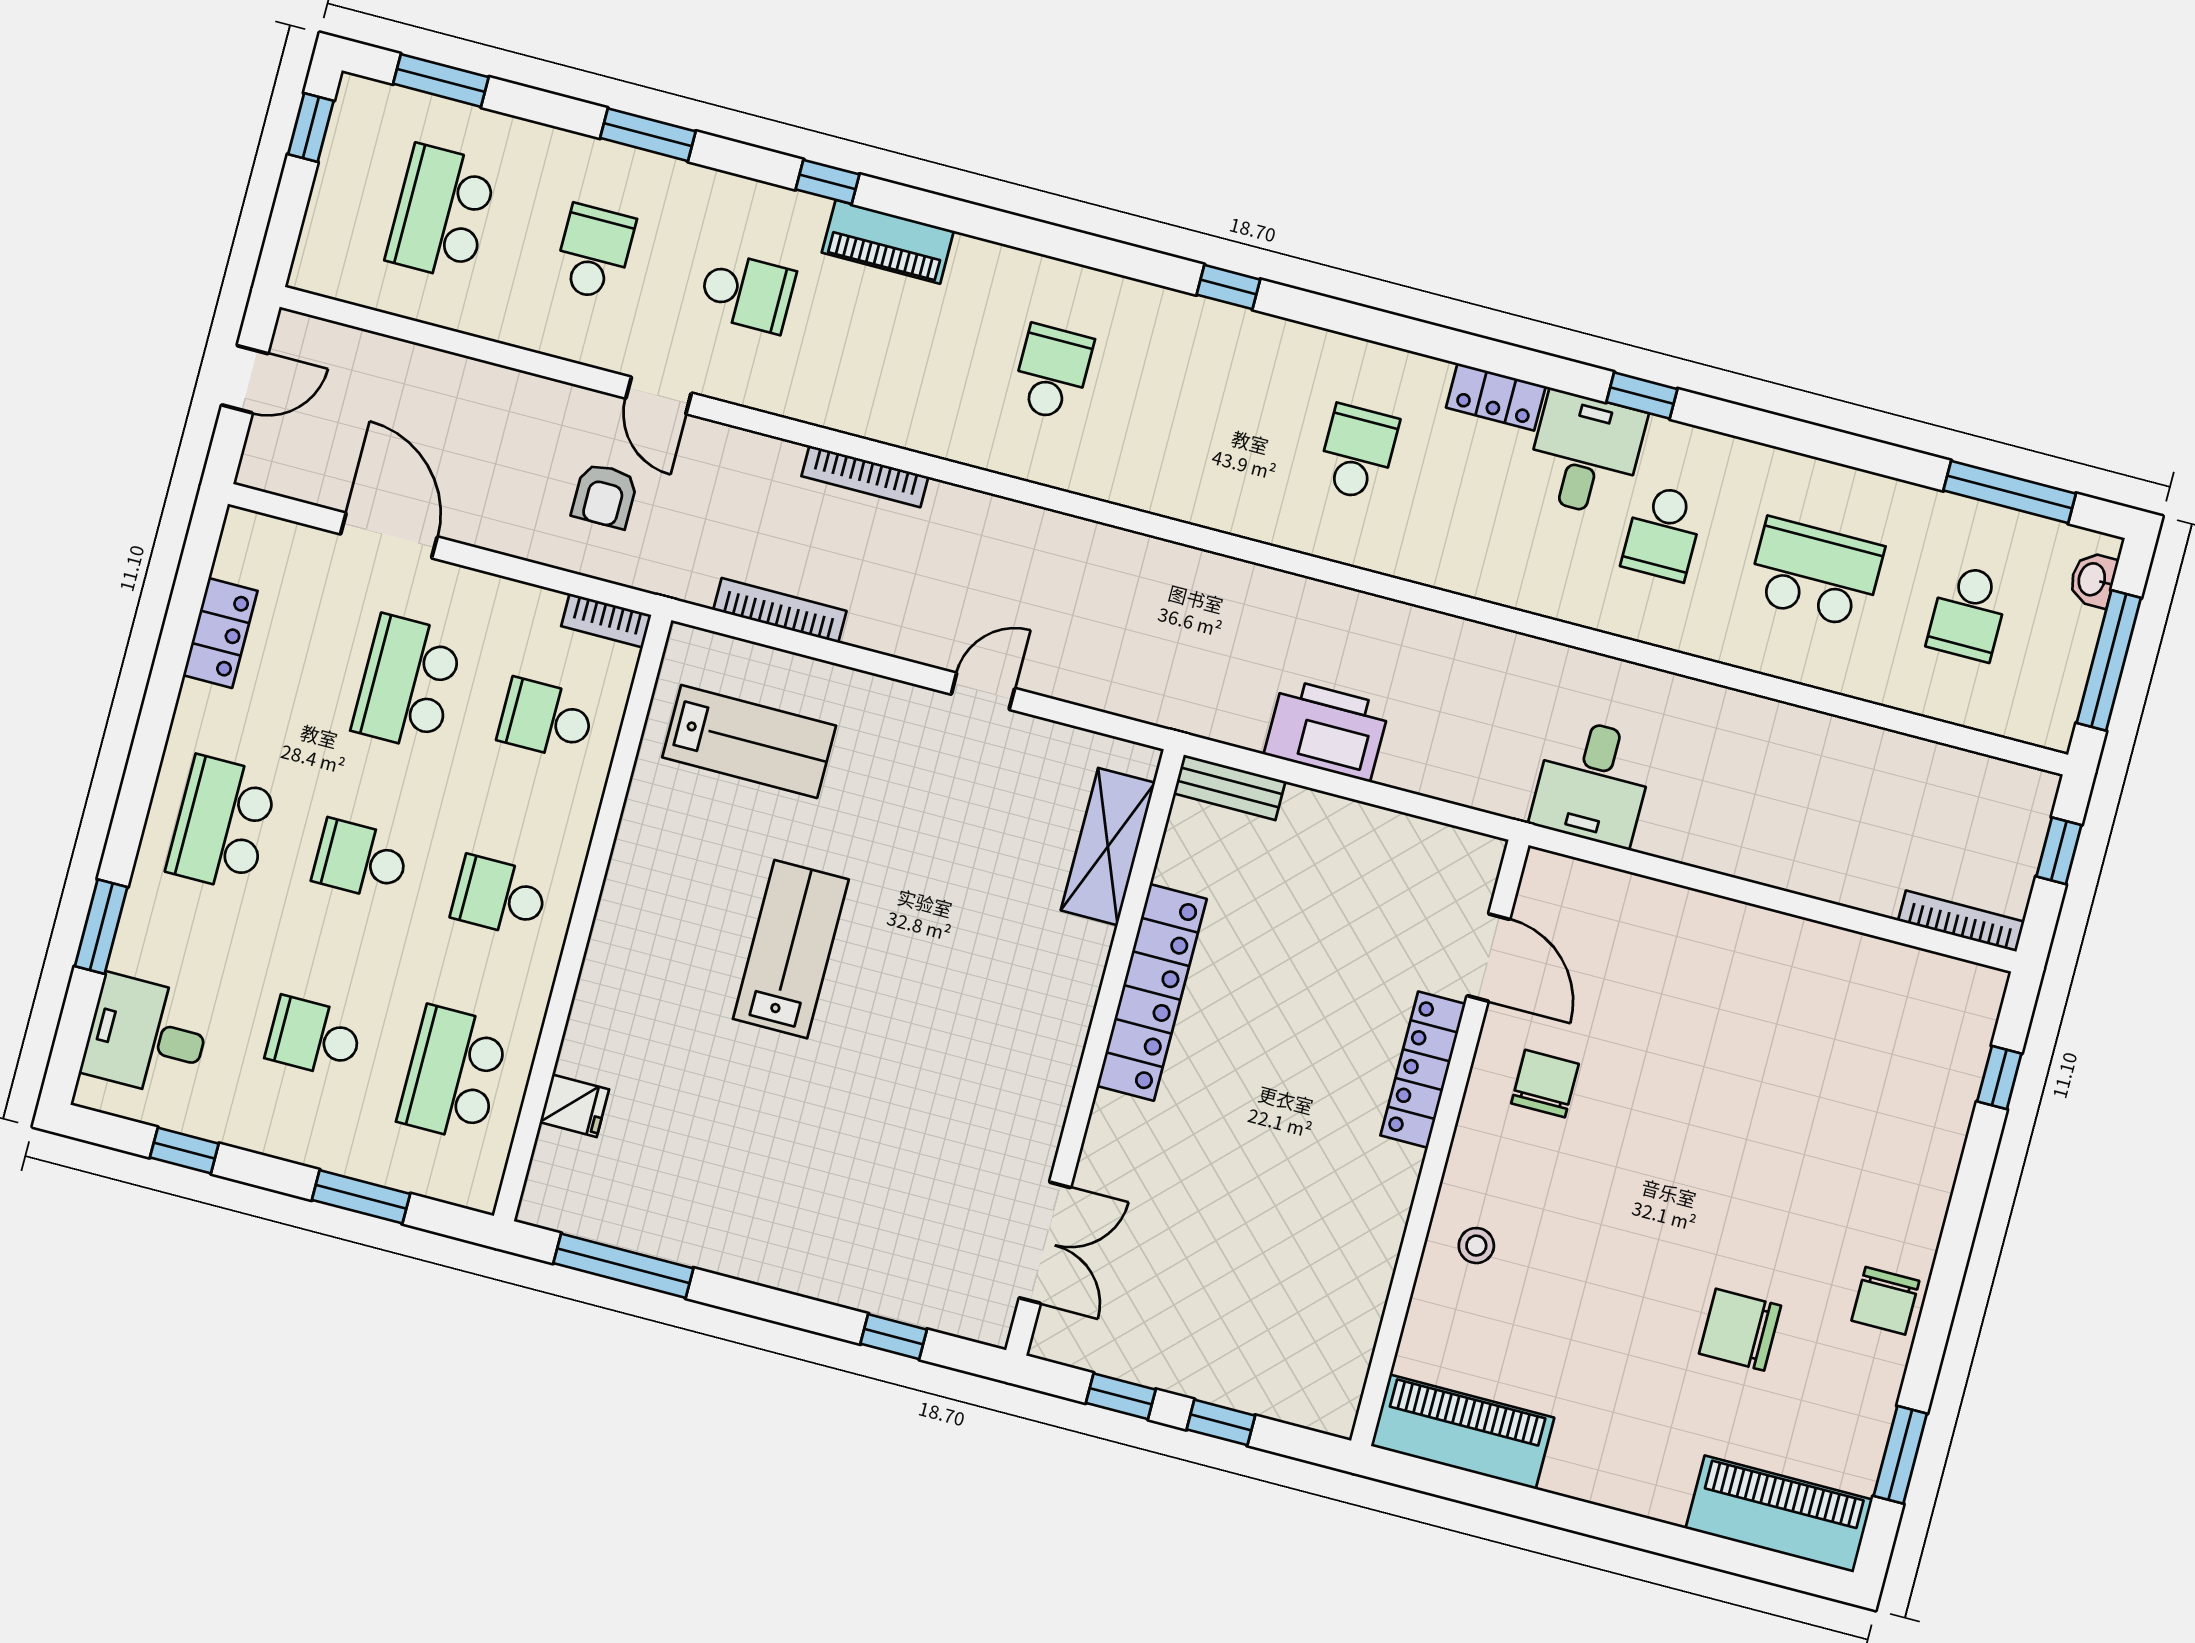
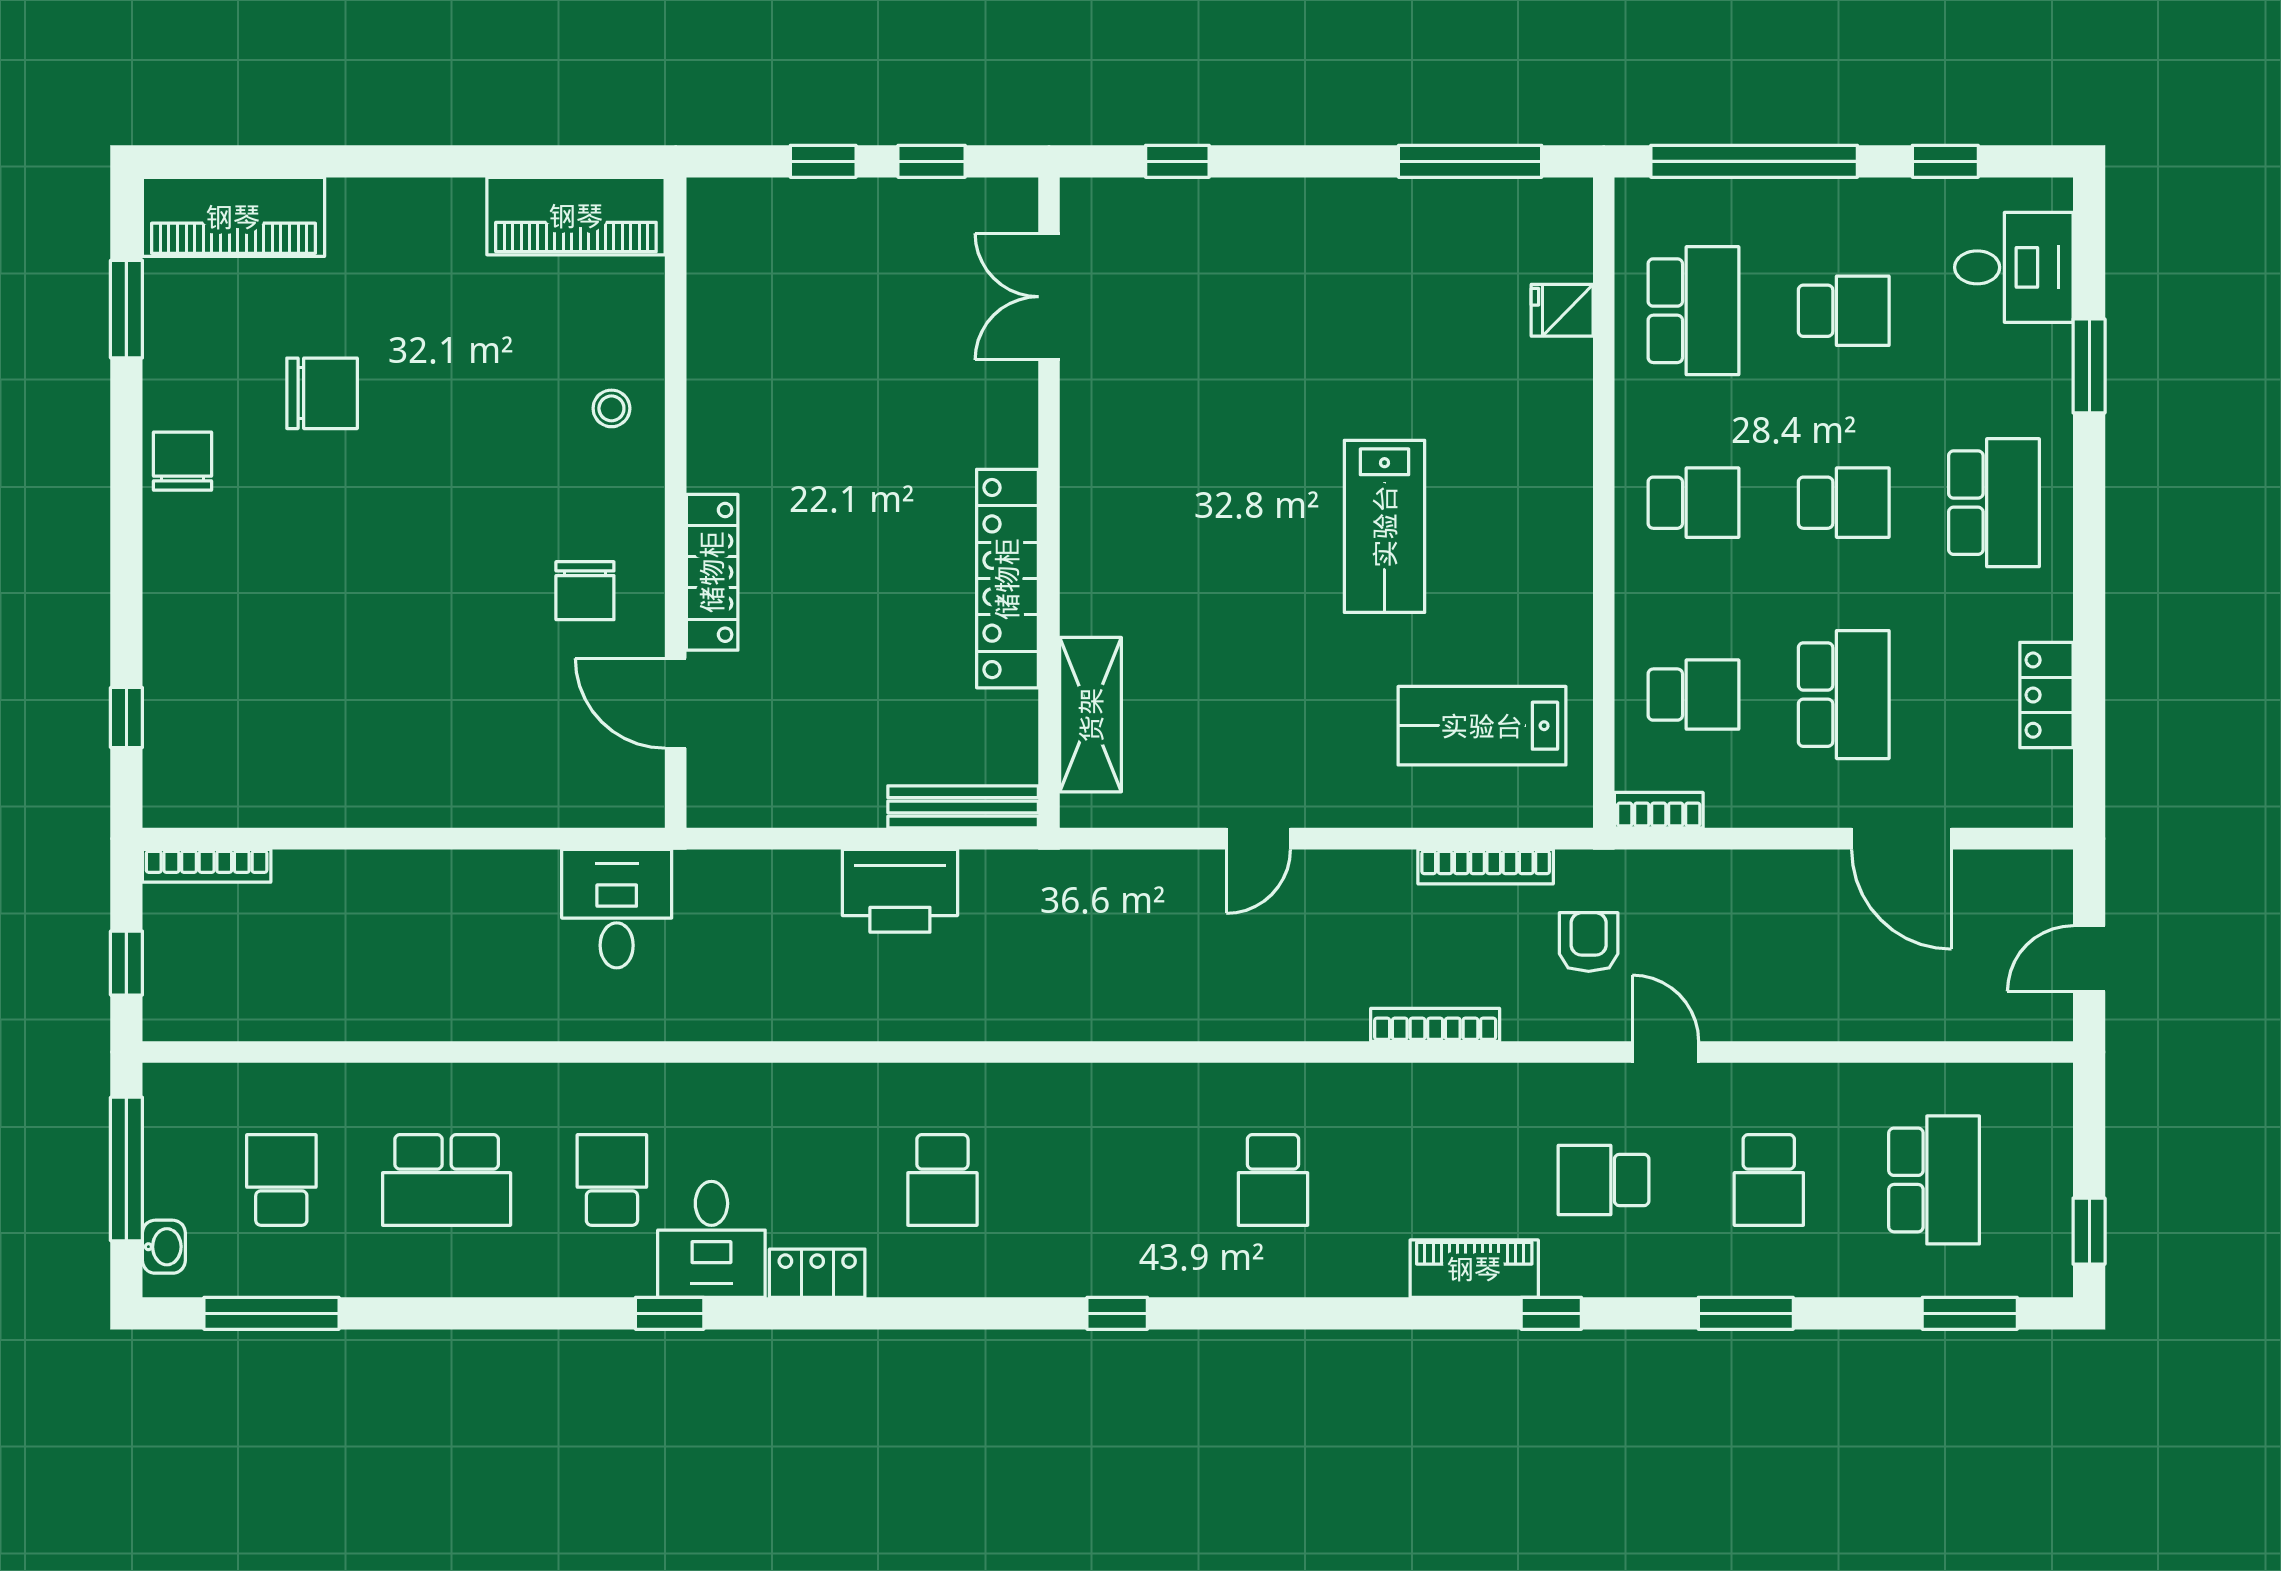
armchair: (605, 496) -> (1589, 942), moved
bench: (1230, 787) -> (963, 807), width x1.36
window: (361, 1197) -> (1754, 161), width x2.11

